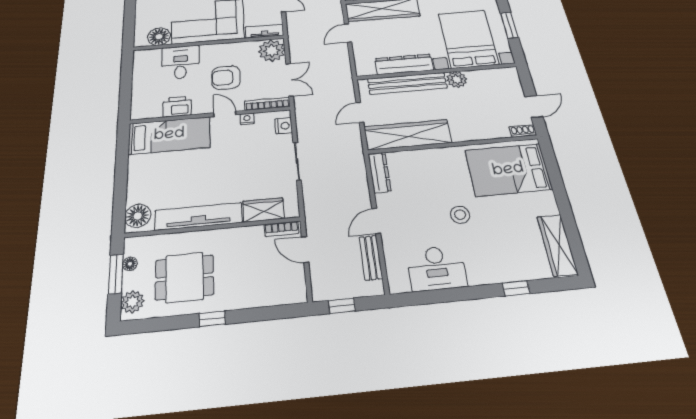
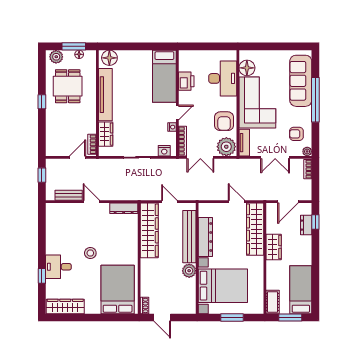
desk: (180, 62) -> (223, 78), width x1.37
armchair: (226, 78) -> (224, 121), moved, turned 180
desk: (436, 268) -> (58, 267), moved, width x0.73

